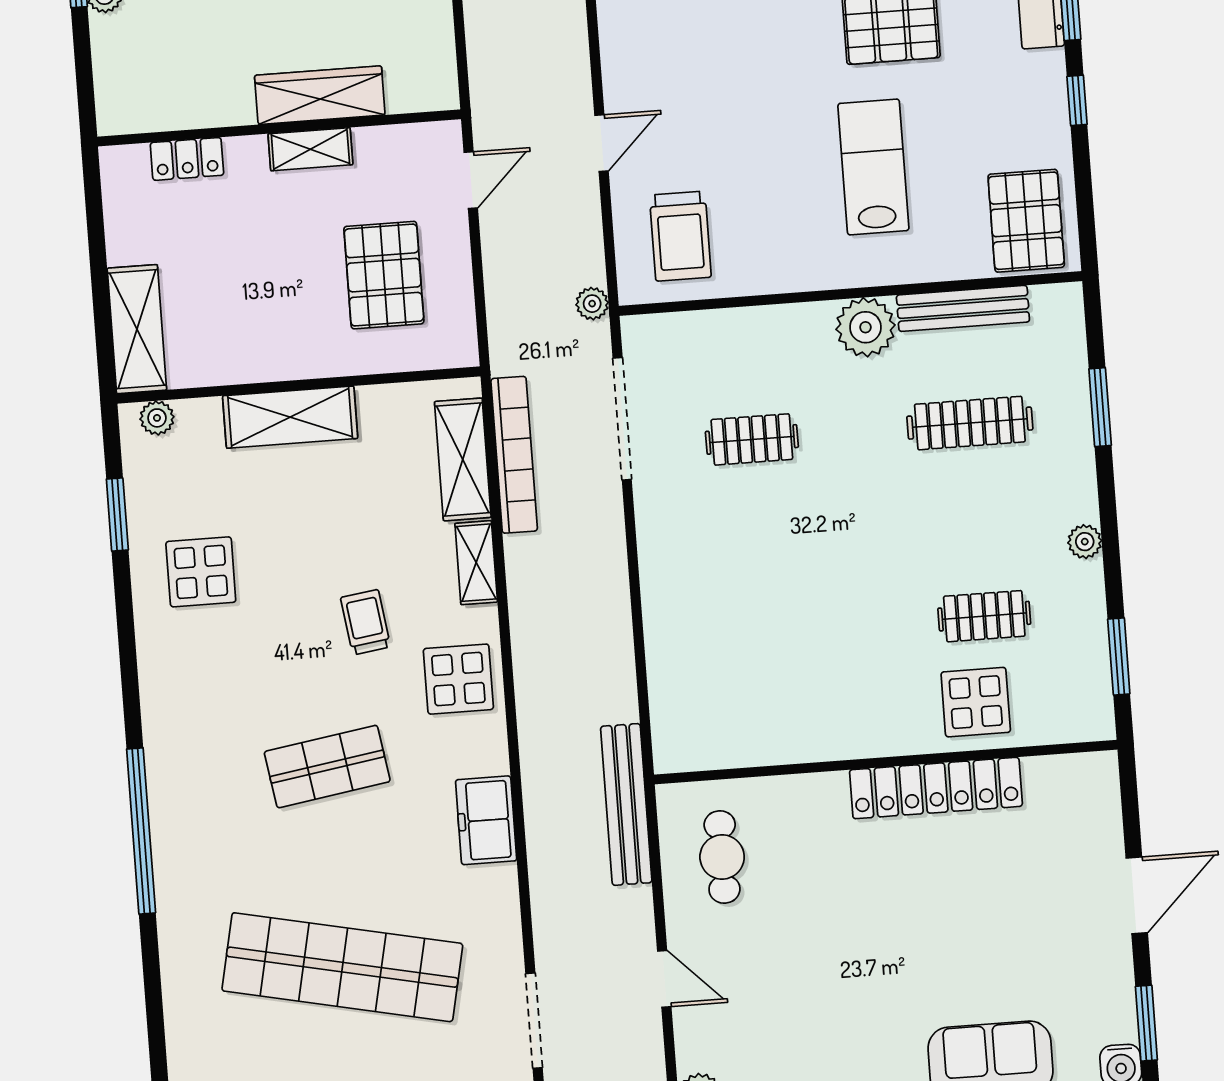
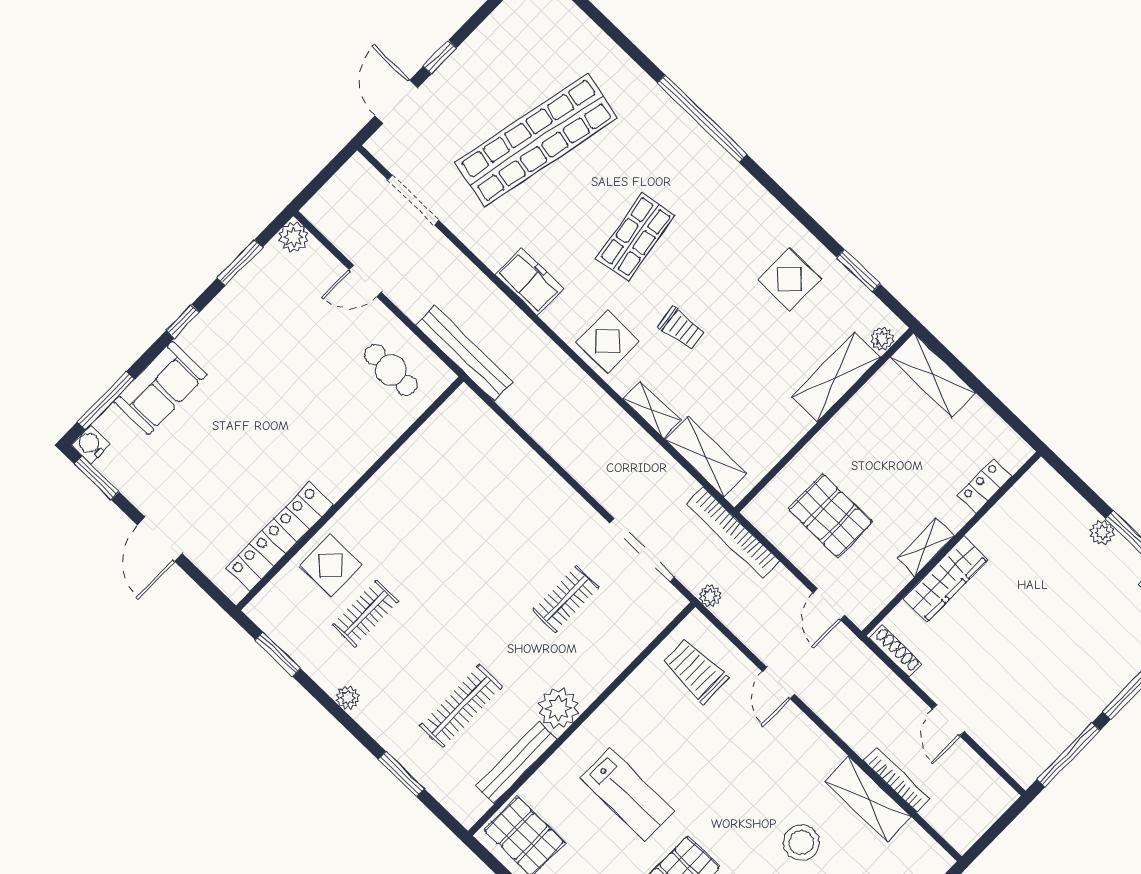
shoe rack: (443, 65) -> (896, 651), added
shelving: (290, 417) -> (836, 377), moved
bookcase: (514, 455) -> (733, 533), moved
locker: (936, 788) -> (280, 536), moved

